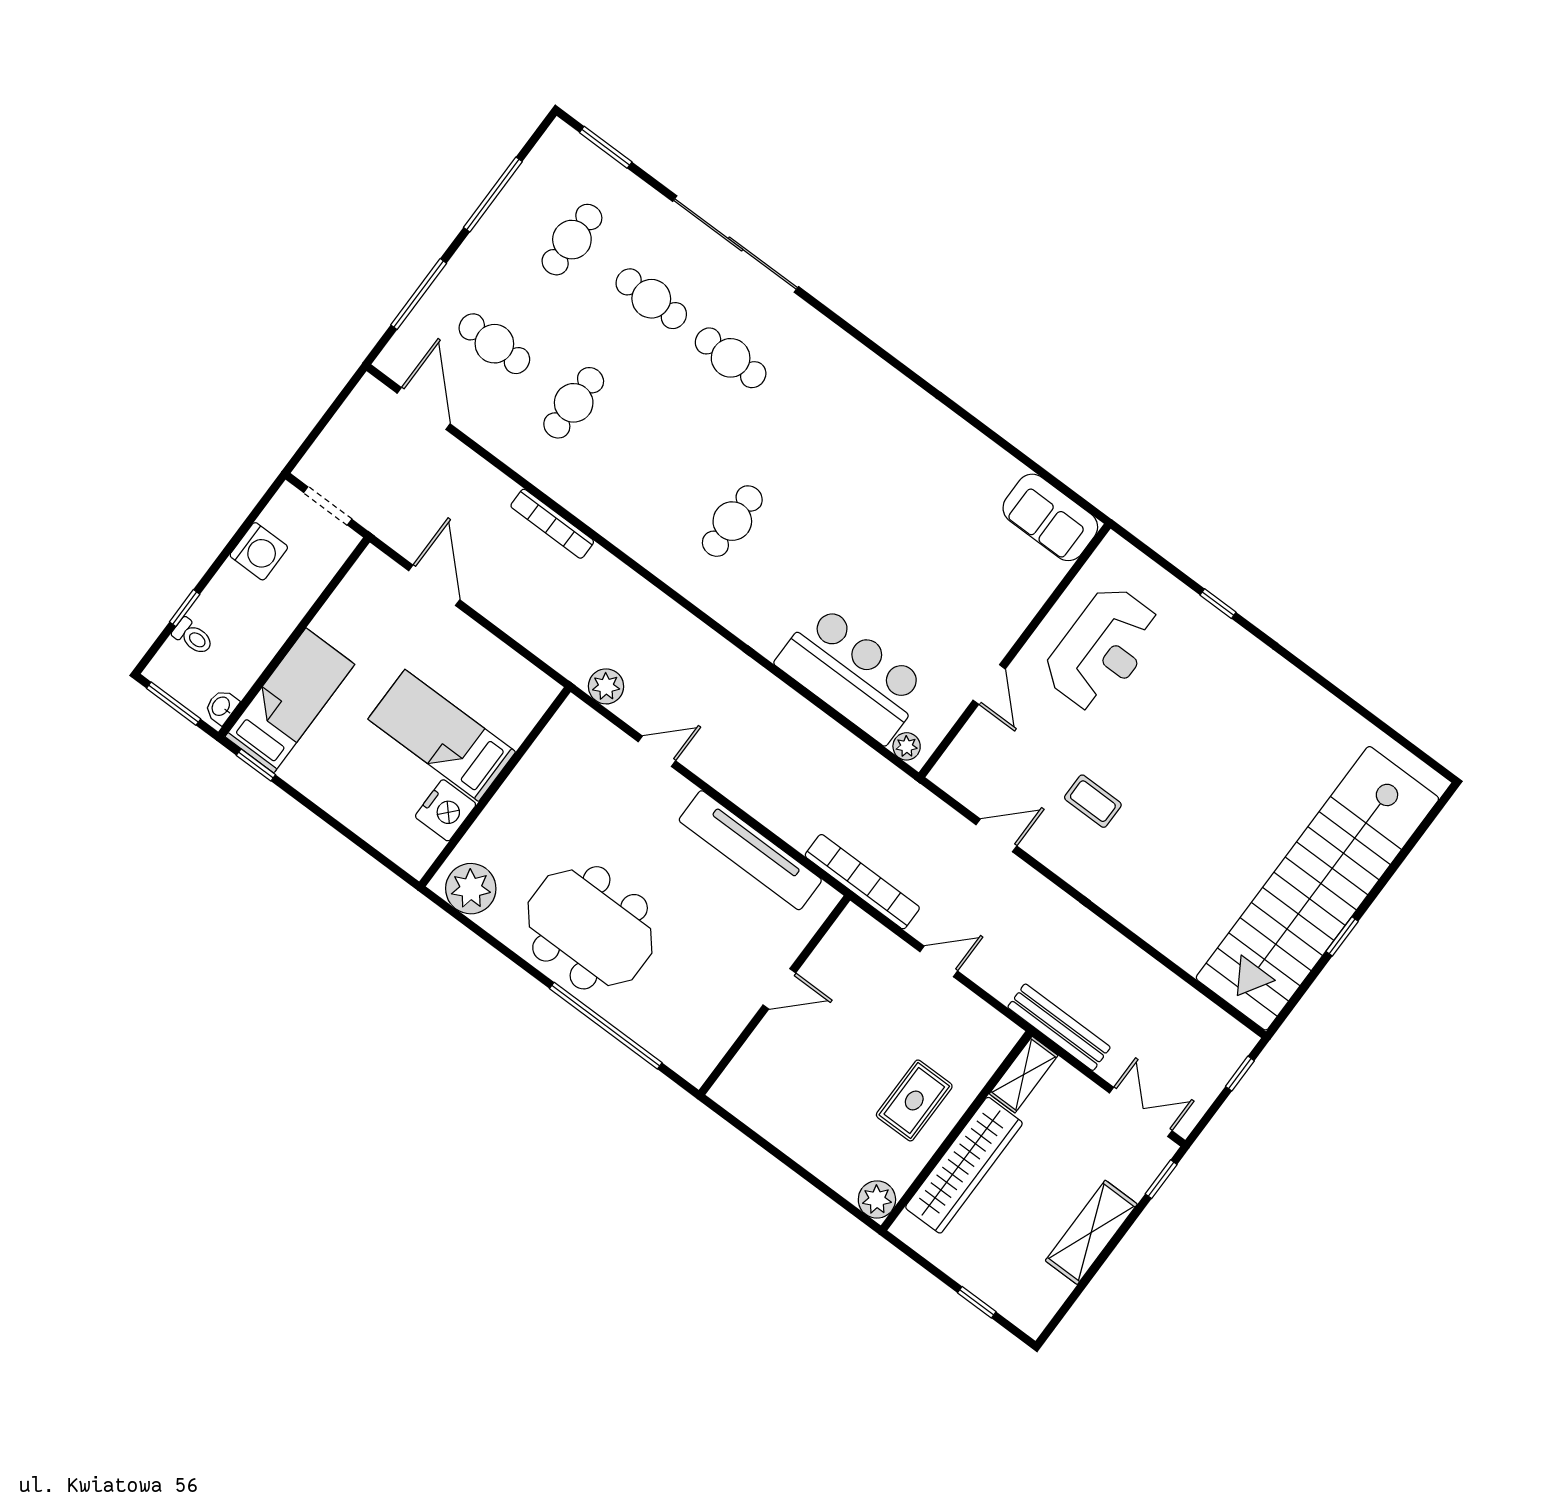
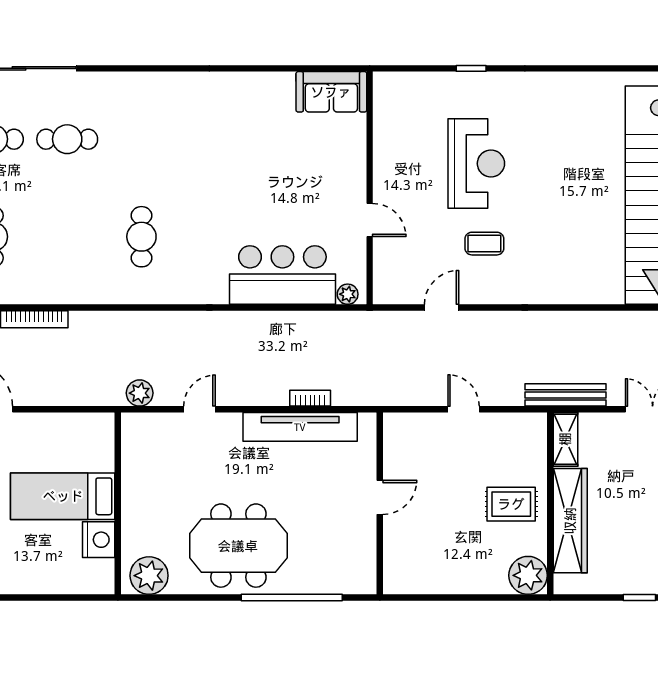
reception desk: (1102, 649) -> (476, 164), moved
bookcase: (862, 882) -> (310, 398), moved, width x0.43, depth x0.76
door: (939, 961) -> (464, 409), hinge flipped
rug: (914, 1100) -> (511, 504), turned 90
plant: (877, 1199) -> (528, 575), width x1.36, depth x1.36

